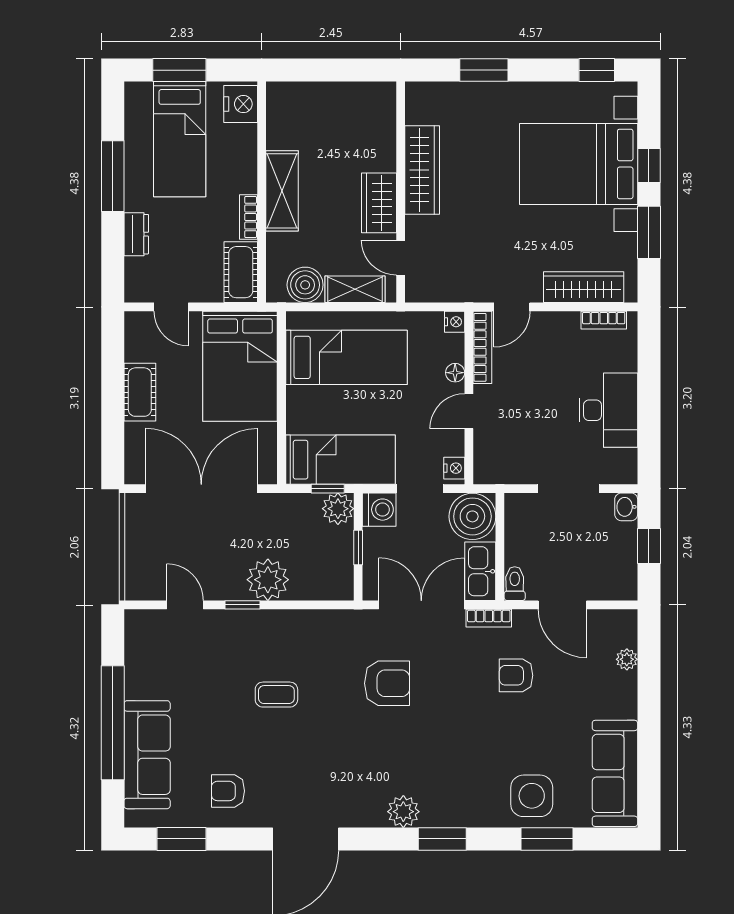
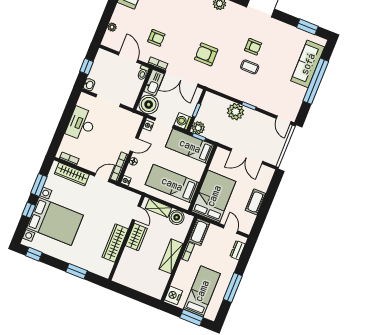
dresser: (136, 234) -> (238, 250), moved
double door: (201, 489) -> (247, 156), width x0.73
door: (185, 605) -> (284, 120), moved
armchair: (228, 791) -> (253, 47), moved

